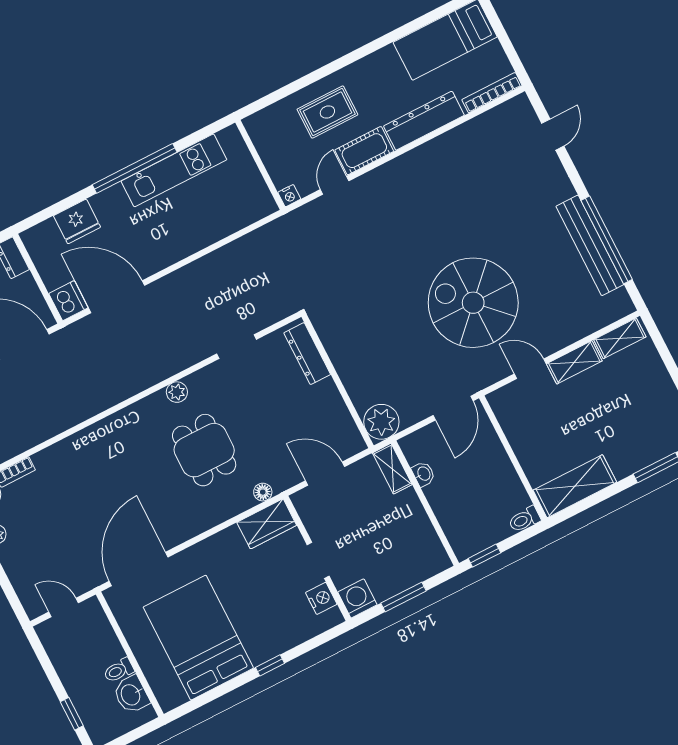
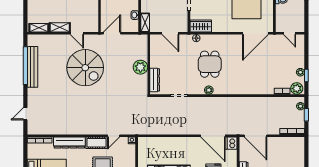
plant: (381, 422) -> (140, 67), moved

